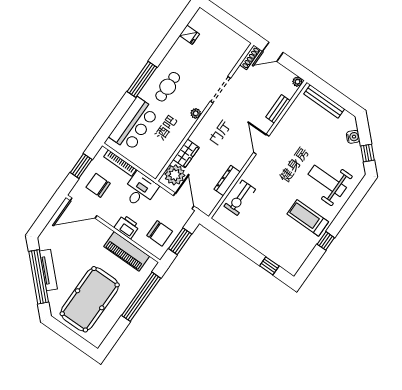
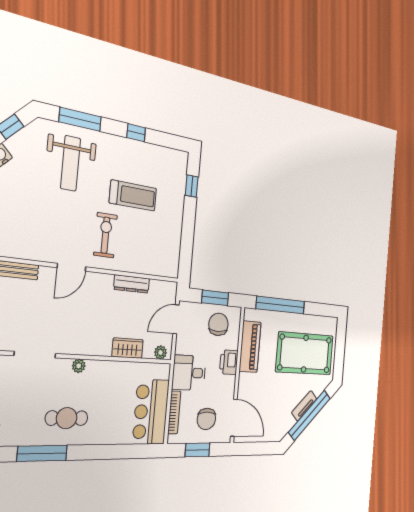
window: (142, 79) -> (42, 453), moved
bar counter: (134, 124) -> (151, 412), moved, turned -90
plant: (175, 175) -> (160, 352), width x0.53, depth x0.53
exercise bike: (240, 198) -> (105, 235), moved, turned -90
window: (352, 204) -> (80, 119), added
treadmill: (308, 218) -> (133, 196), moved, turned -90
tv unit: (48, 270) -> (304, 406), width x0.71

